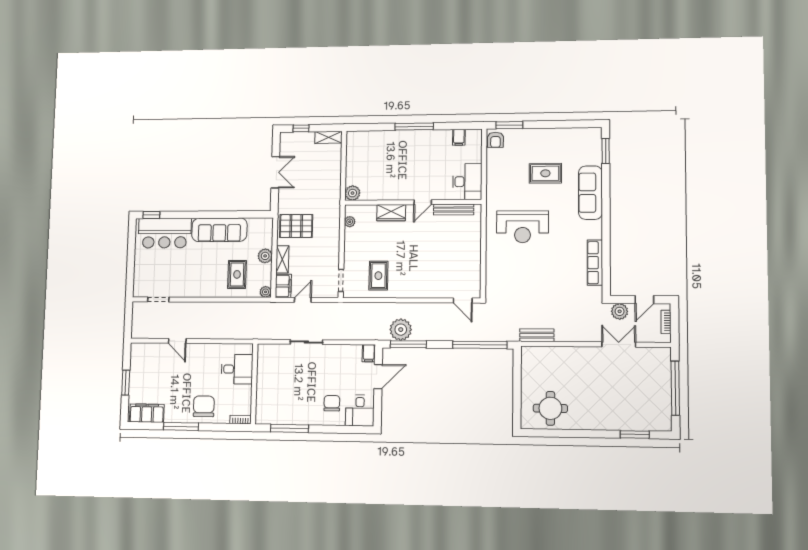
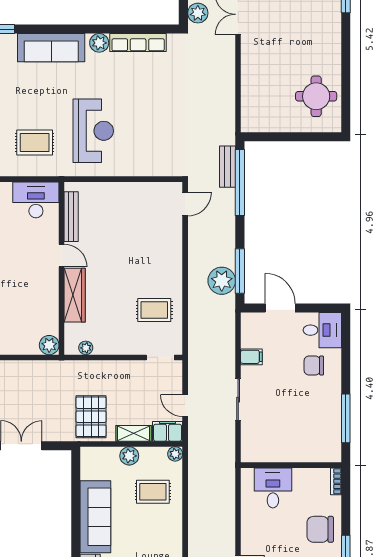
rug: (545, 173) -> (35, 142), moved, turned 90
wardrobe: (391, 213) -> (75, 295), width x1.50
plant: (595, 231) -> (99, 43), added
bench: (537, 335) -> (228, 167), moved
filing cabinet: (369, 353) -> (251, 357), moved

